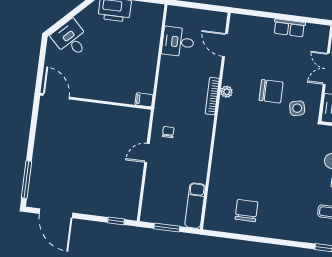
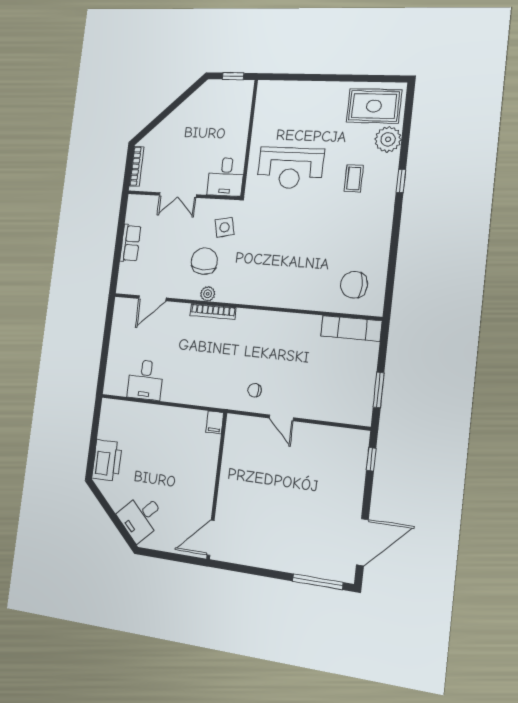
door: (225, 45) -> (152, 298), moved
plant: (227, 92) -> (208, 294), moved
bookcase: (212, 96) -> (213, 312), moved
wall: (215, 121) -> (243, 306), moved
exam couch: (195, 206) -> (351, 328), moved

